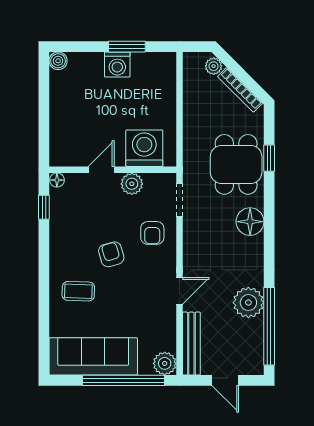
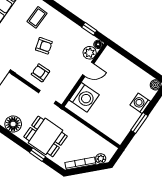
washing machine: (117, 65) -> (140, 103), moved
door: (101, 170) -> (88, 69), hinge flipped
plant: (132, 184) -> (90, 53), moved

